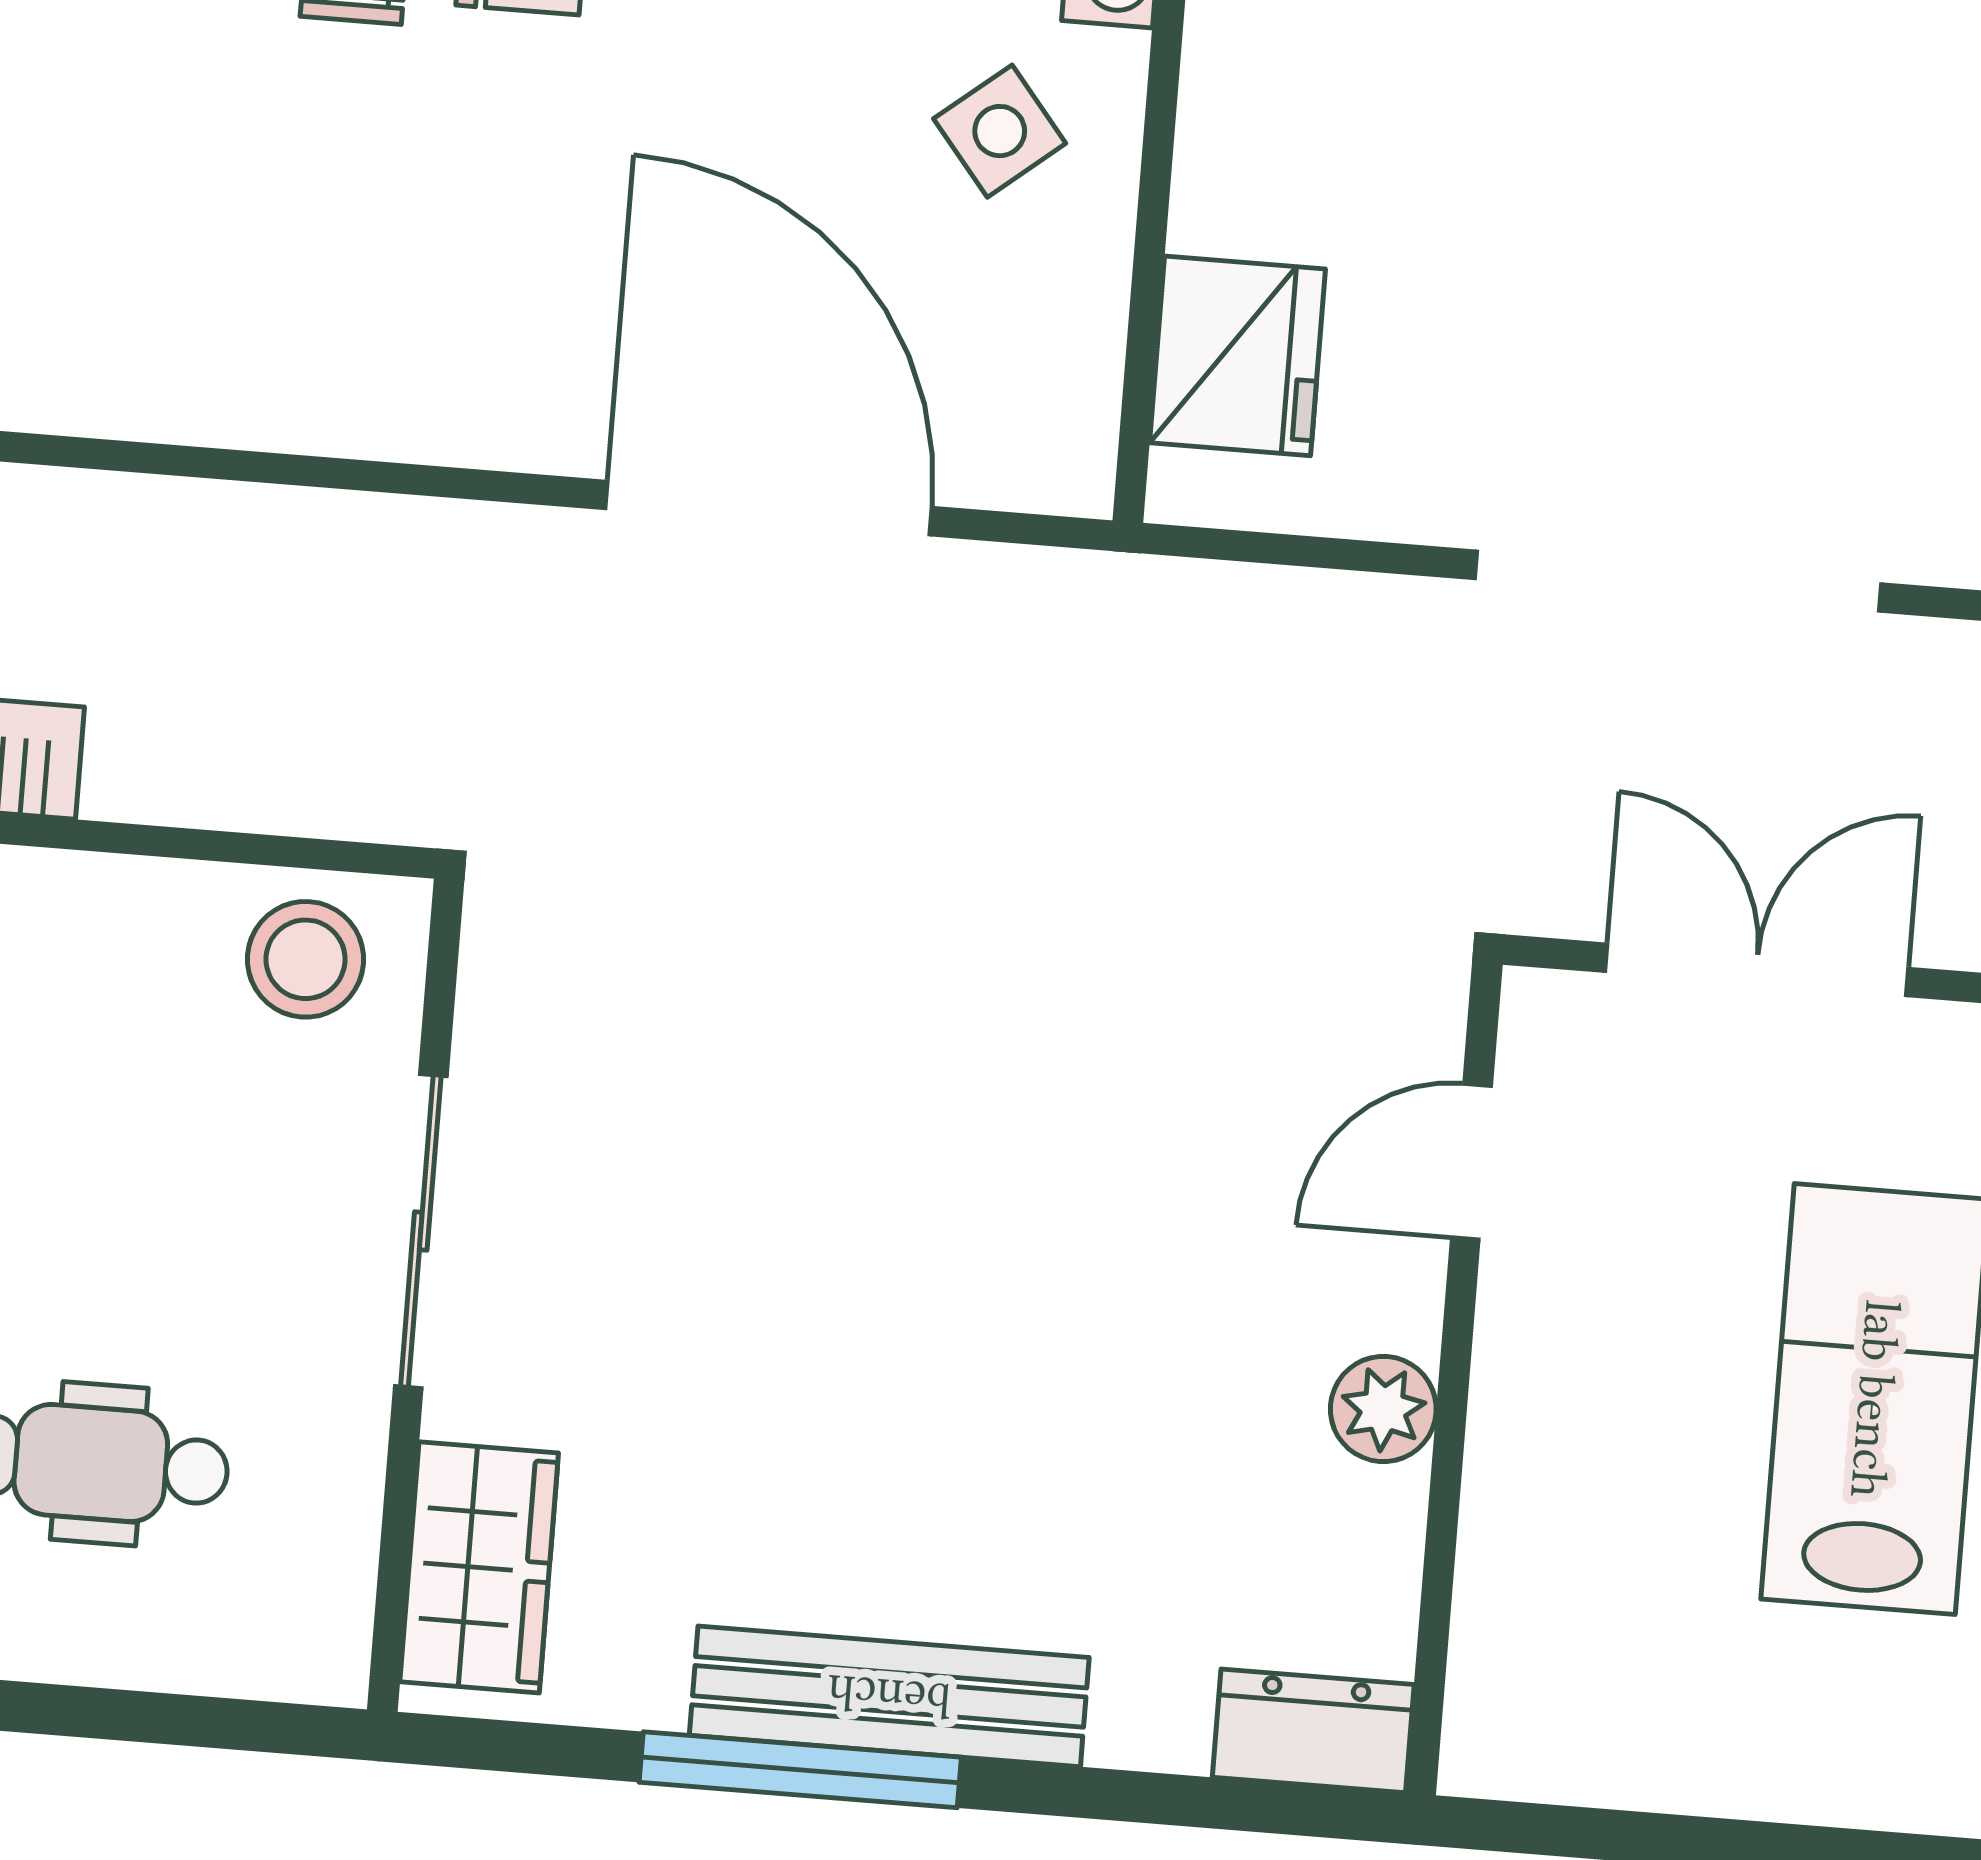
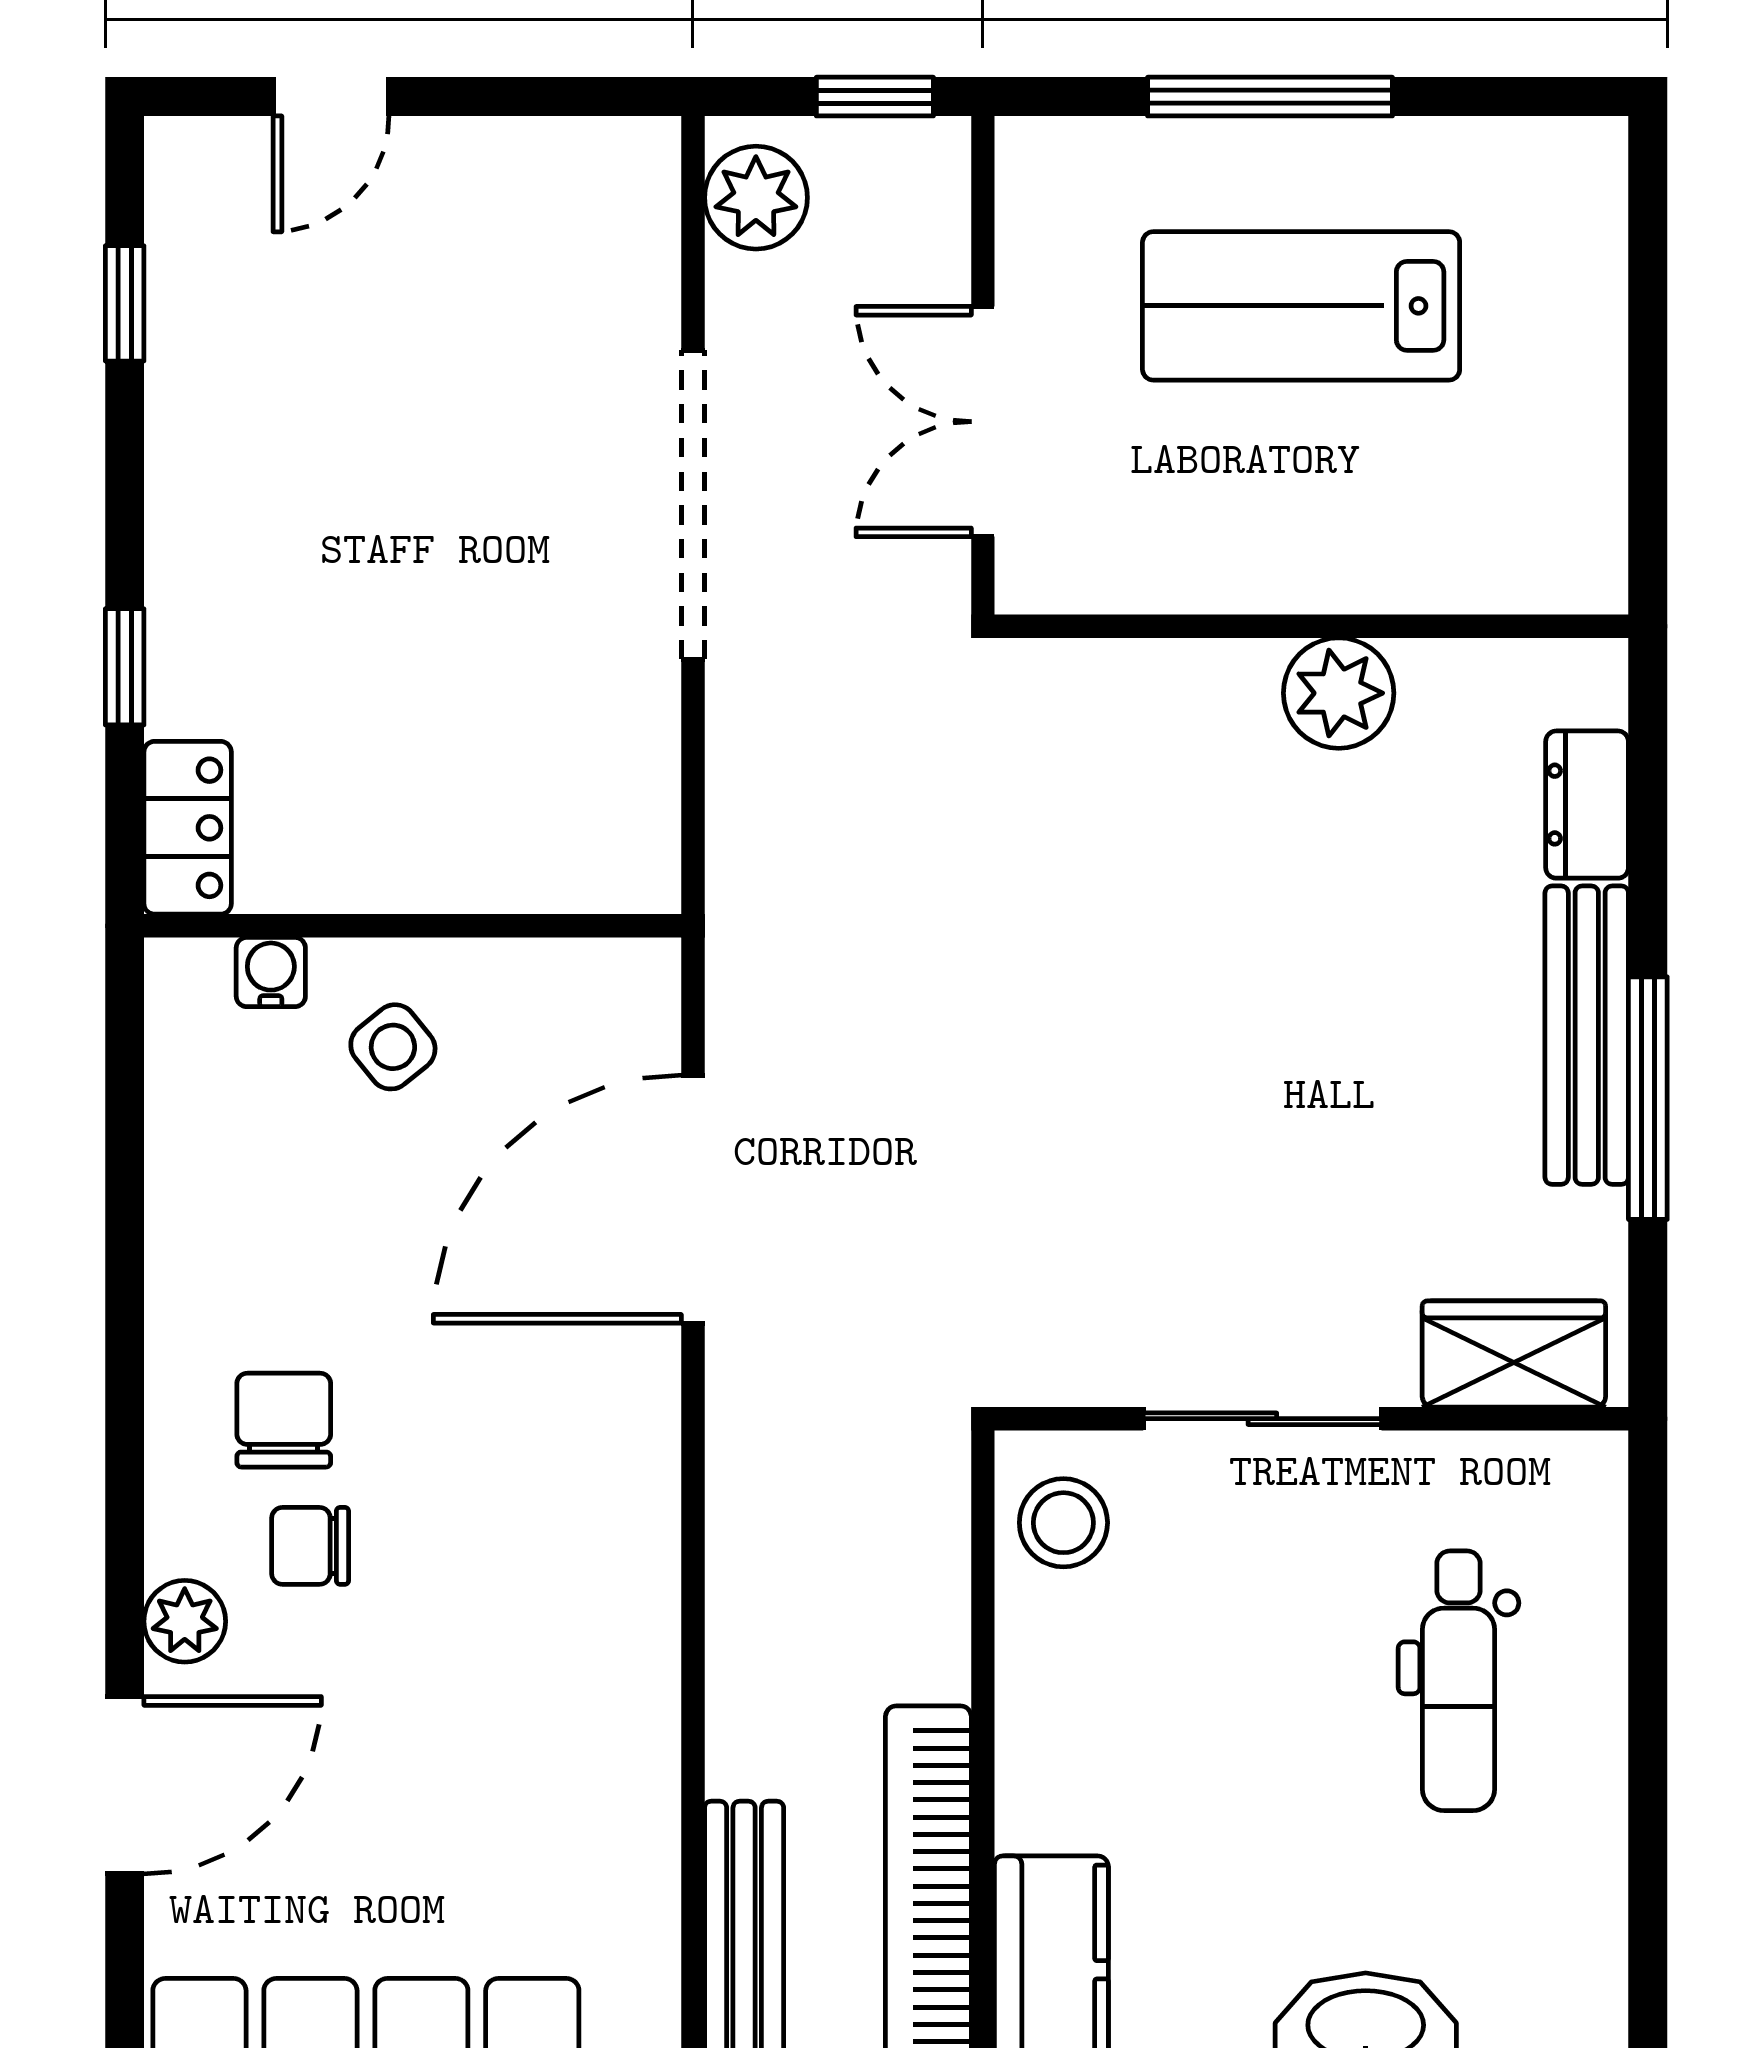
fridge: (1237, 356) -> (549, 853), removed
door: (1471, 1162) -> (1146, 626), removed
plant: (1383, 1409) -> (1339, 693), width x1.38, depth x1.38
dresser: (1313, 1731) -> (1587, 805), moved

